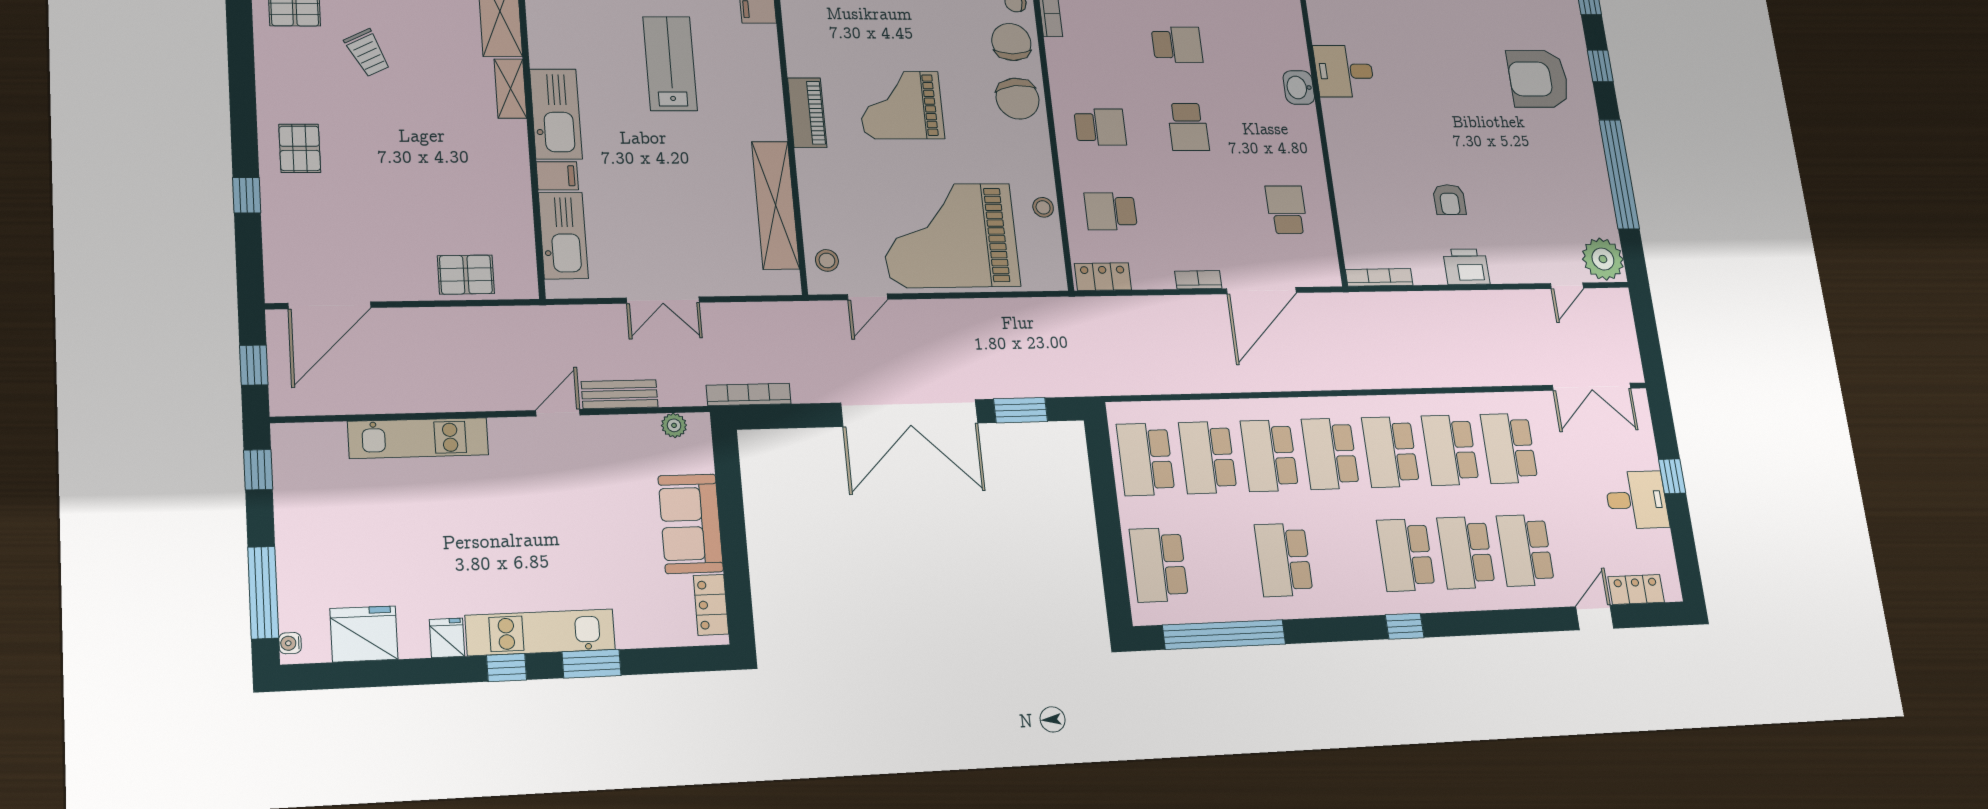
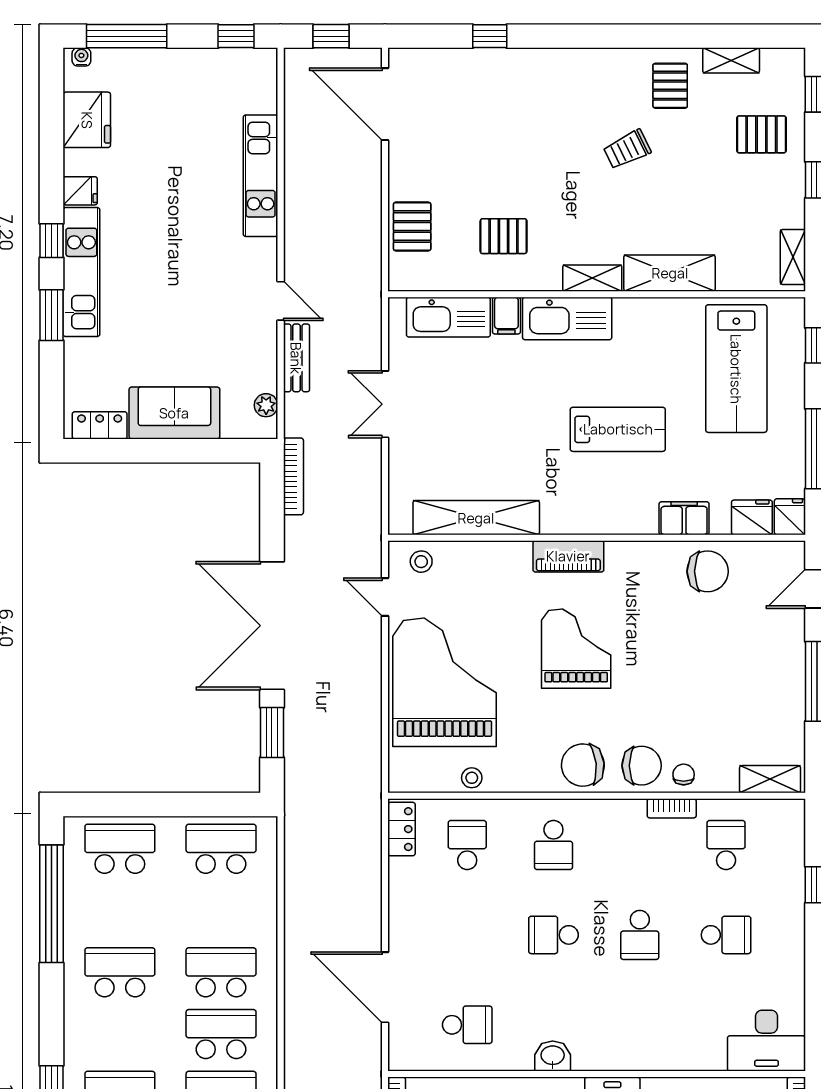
washbasin: (1299, 88) -> (553, 1056), moved
pallet: (300, 148) -> (504, 236), moved
bookcase: (1198, 280) -> (397, 925), removed
school desk: (1208, 457) -> (221, 911), removed

